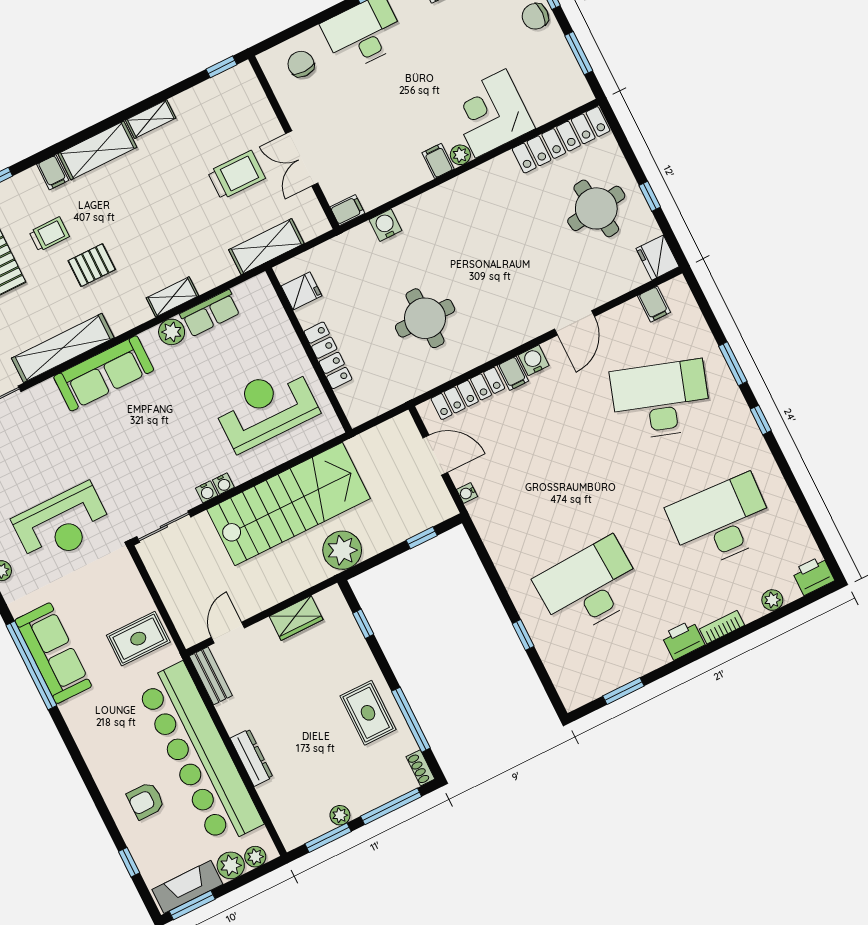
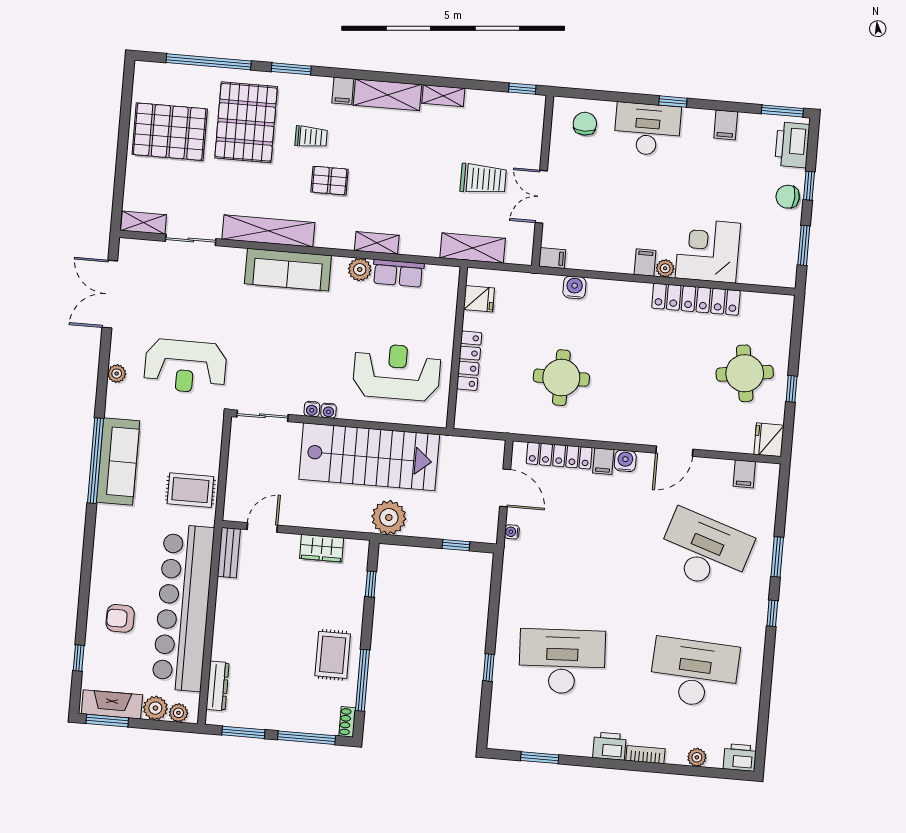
locker: (561, 140) -> (696, 299), moved
dresser: (251, 758) -> (218, 686), moved
plant: (340, 815) -> (263, 721), removed

